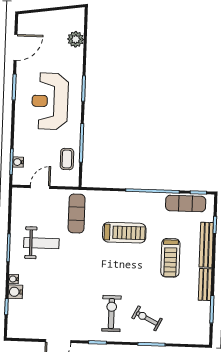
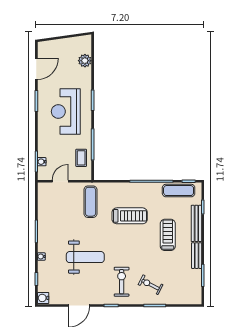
weight bench: (41, 243) -> (85, 257), moved, width x1.36, depth x1.33
treadmill: (170, 258) -> (168, 235), turned 180
water cooler: (15, 292) -> (43, 298), moved

